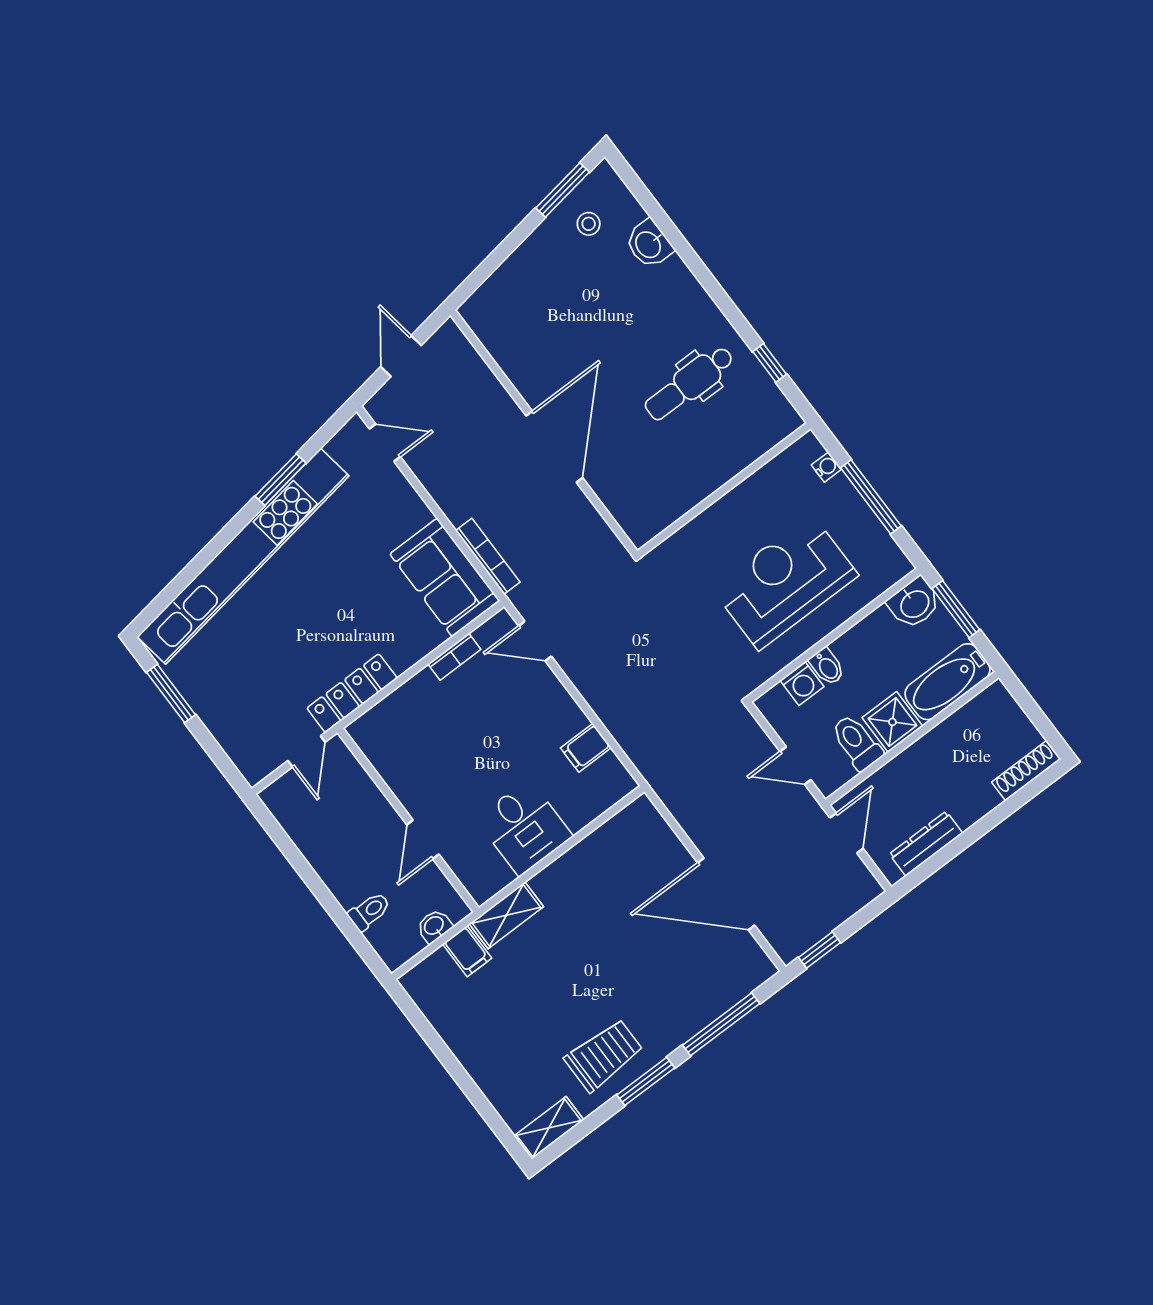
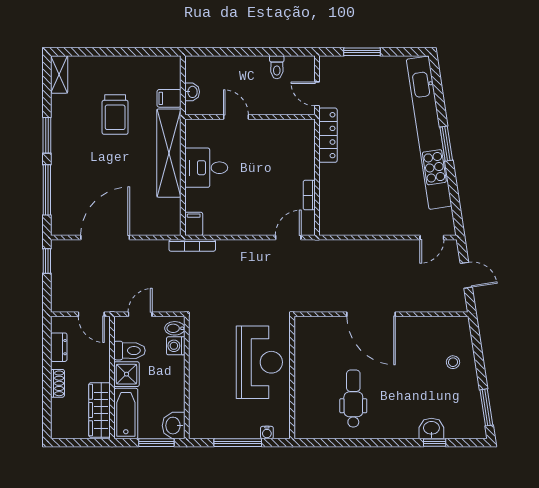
stool: (589, 224) -> (453, 362), moved
window: (770, 363) -> (435, 443), moved
window: (281, 480) -> (446, 144), moved
bookcase: (488, 556) -> (192, 245), moved
sofa: (445, 577) -> (349, 218), removed
reception desk: (785, 582) -> (259, 362), moved
bidet: (827, 667) -> (175, 328), moved
window: (171, 693) -> (362, 52), moved
wardrobe: (970, 722) -> (99, 410), added
filing cabinet: (586, 748) -> (194, 224), moved
shoe rack: (1026, 771) -> (57, 383), moved, width x0.70
dresser: (926, 844) -> (59, 347), width x0.70
toilet: (369, 911) -> (277, 67), moved
shelving: (506, 915) -> (169, 153), width x2.20, depth x1.33
trolley: (604, 1055) -> (115, 114), moved

